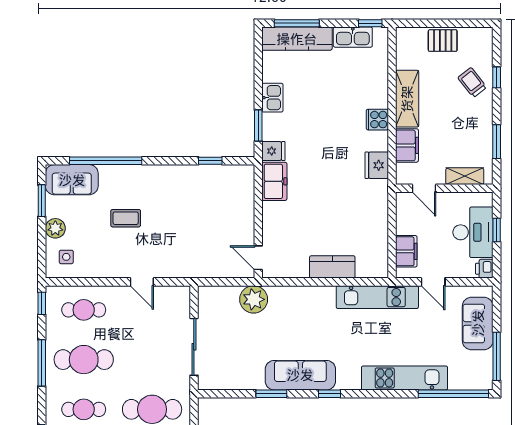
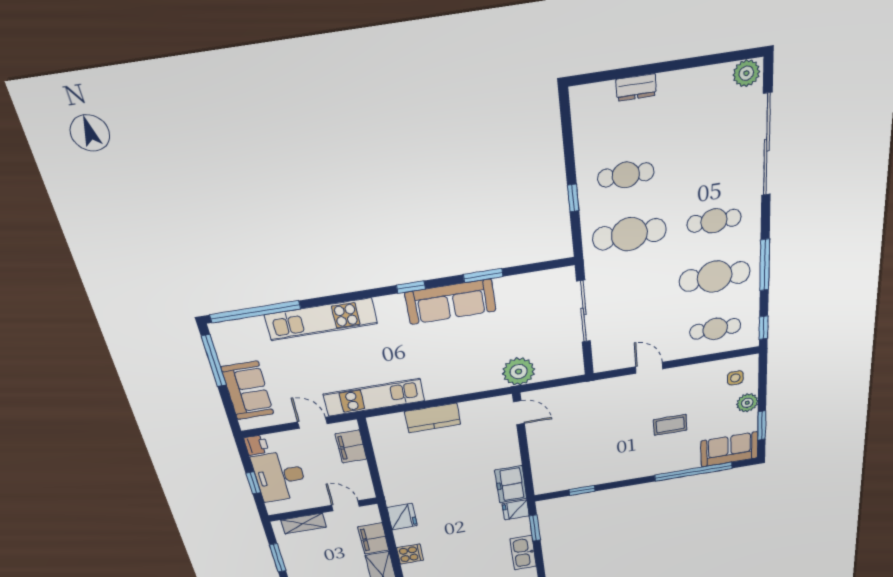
kitchen sink: (272, 98) -> (523, 553), width x1.38

